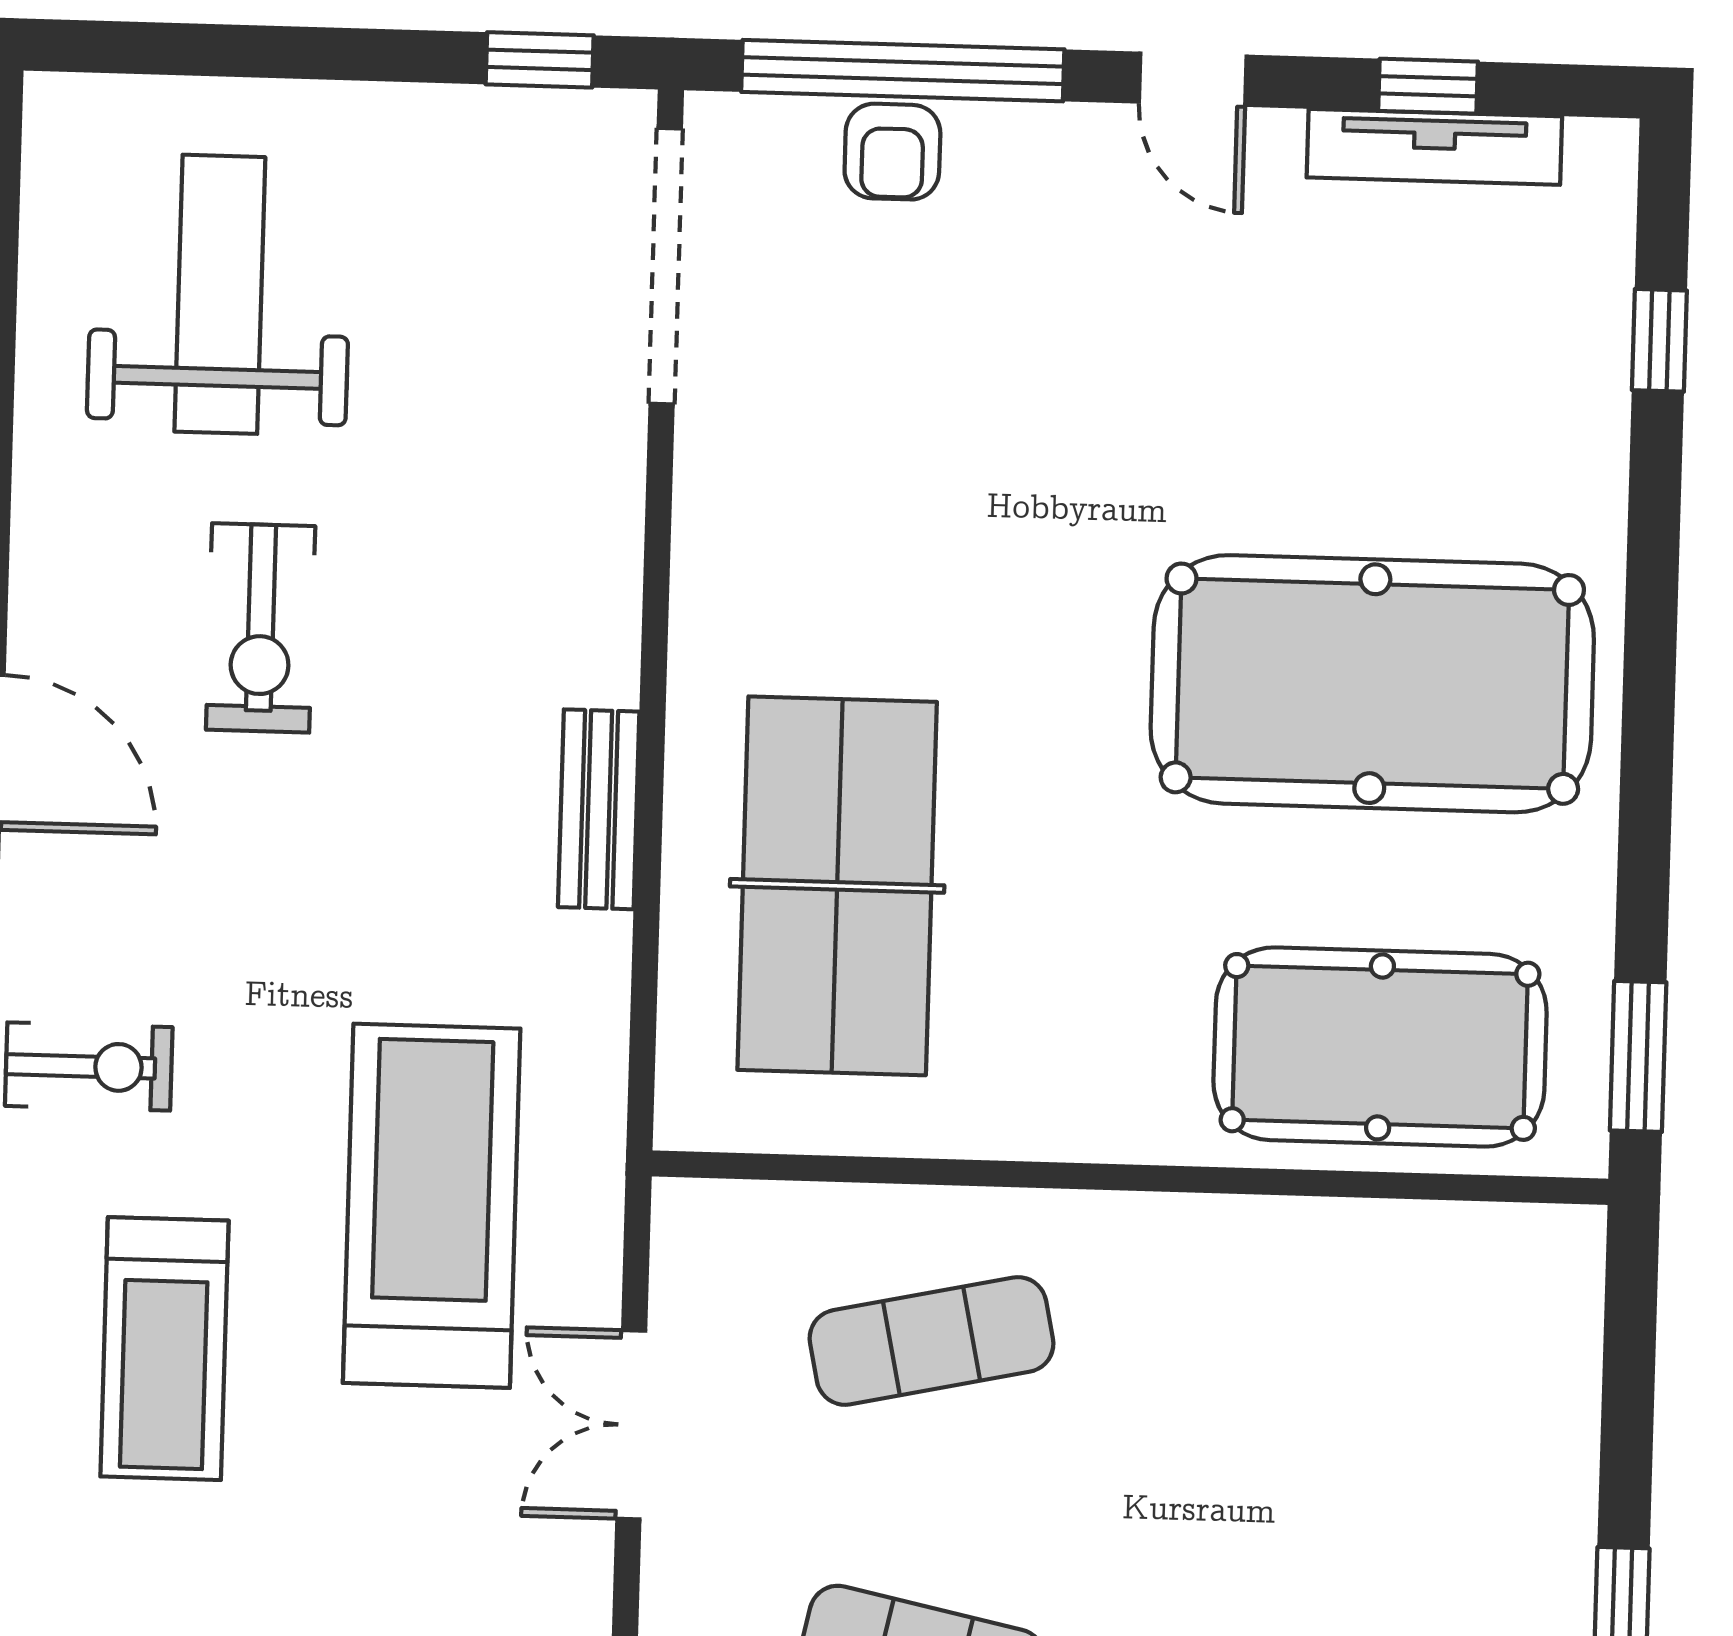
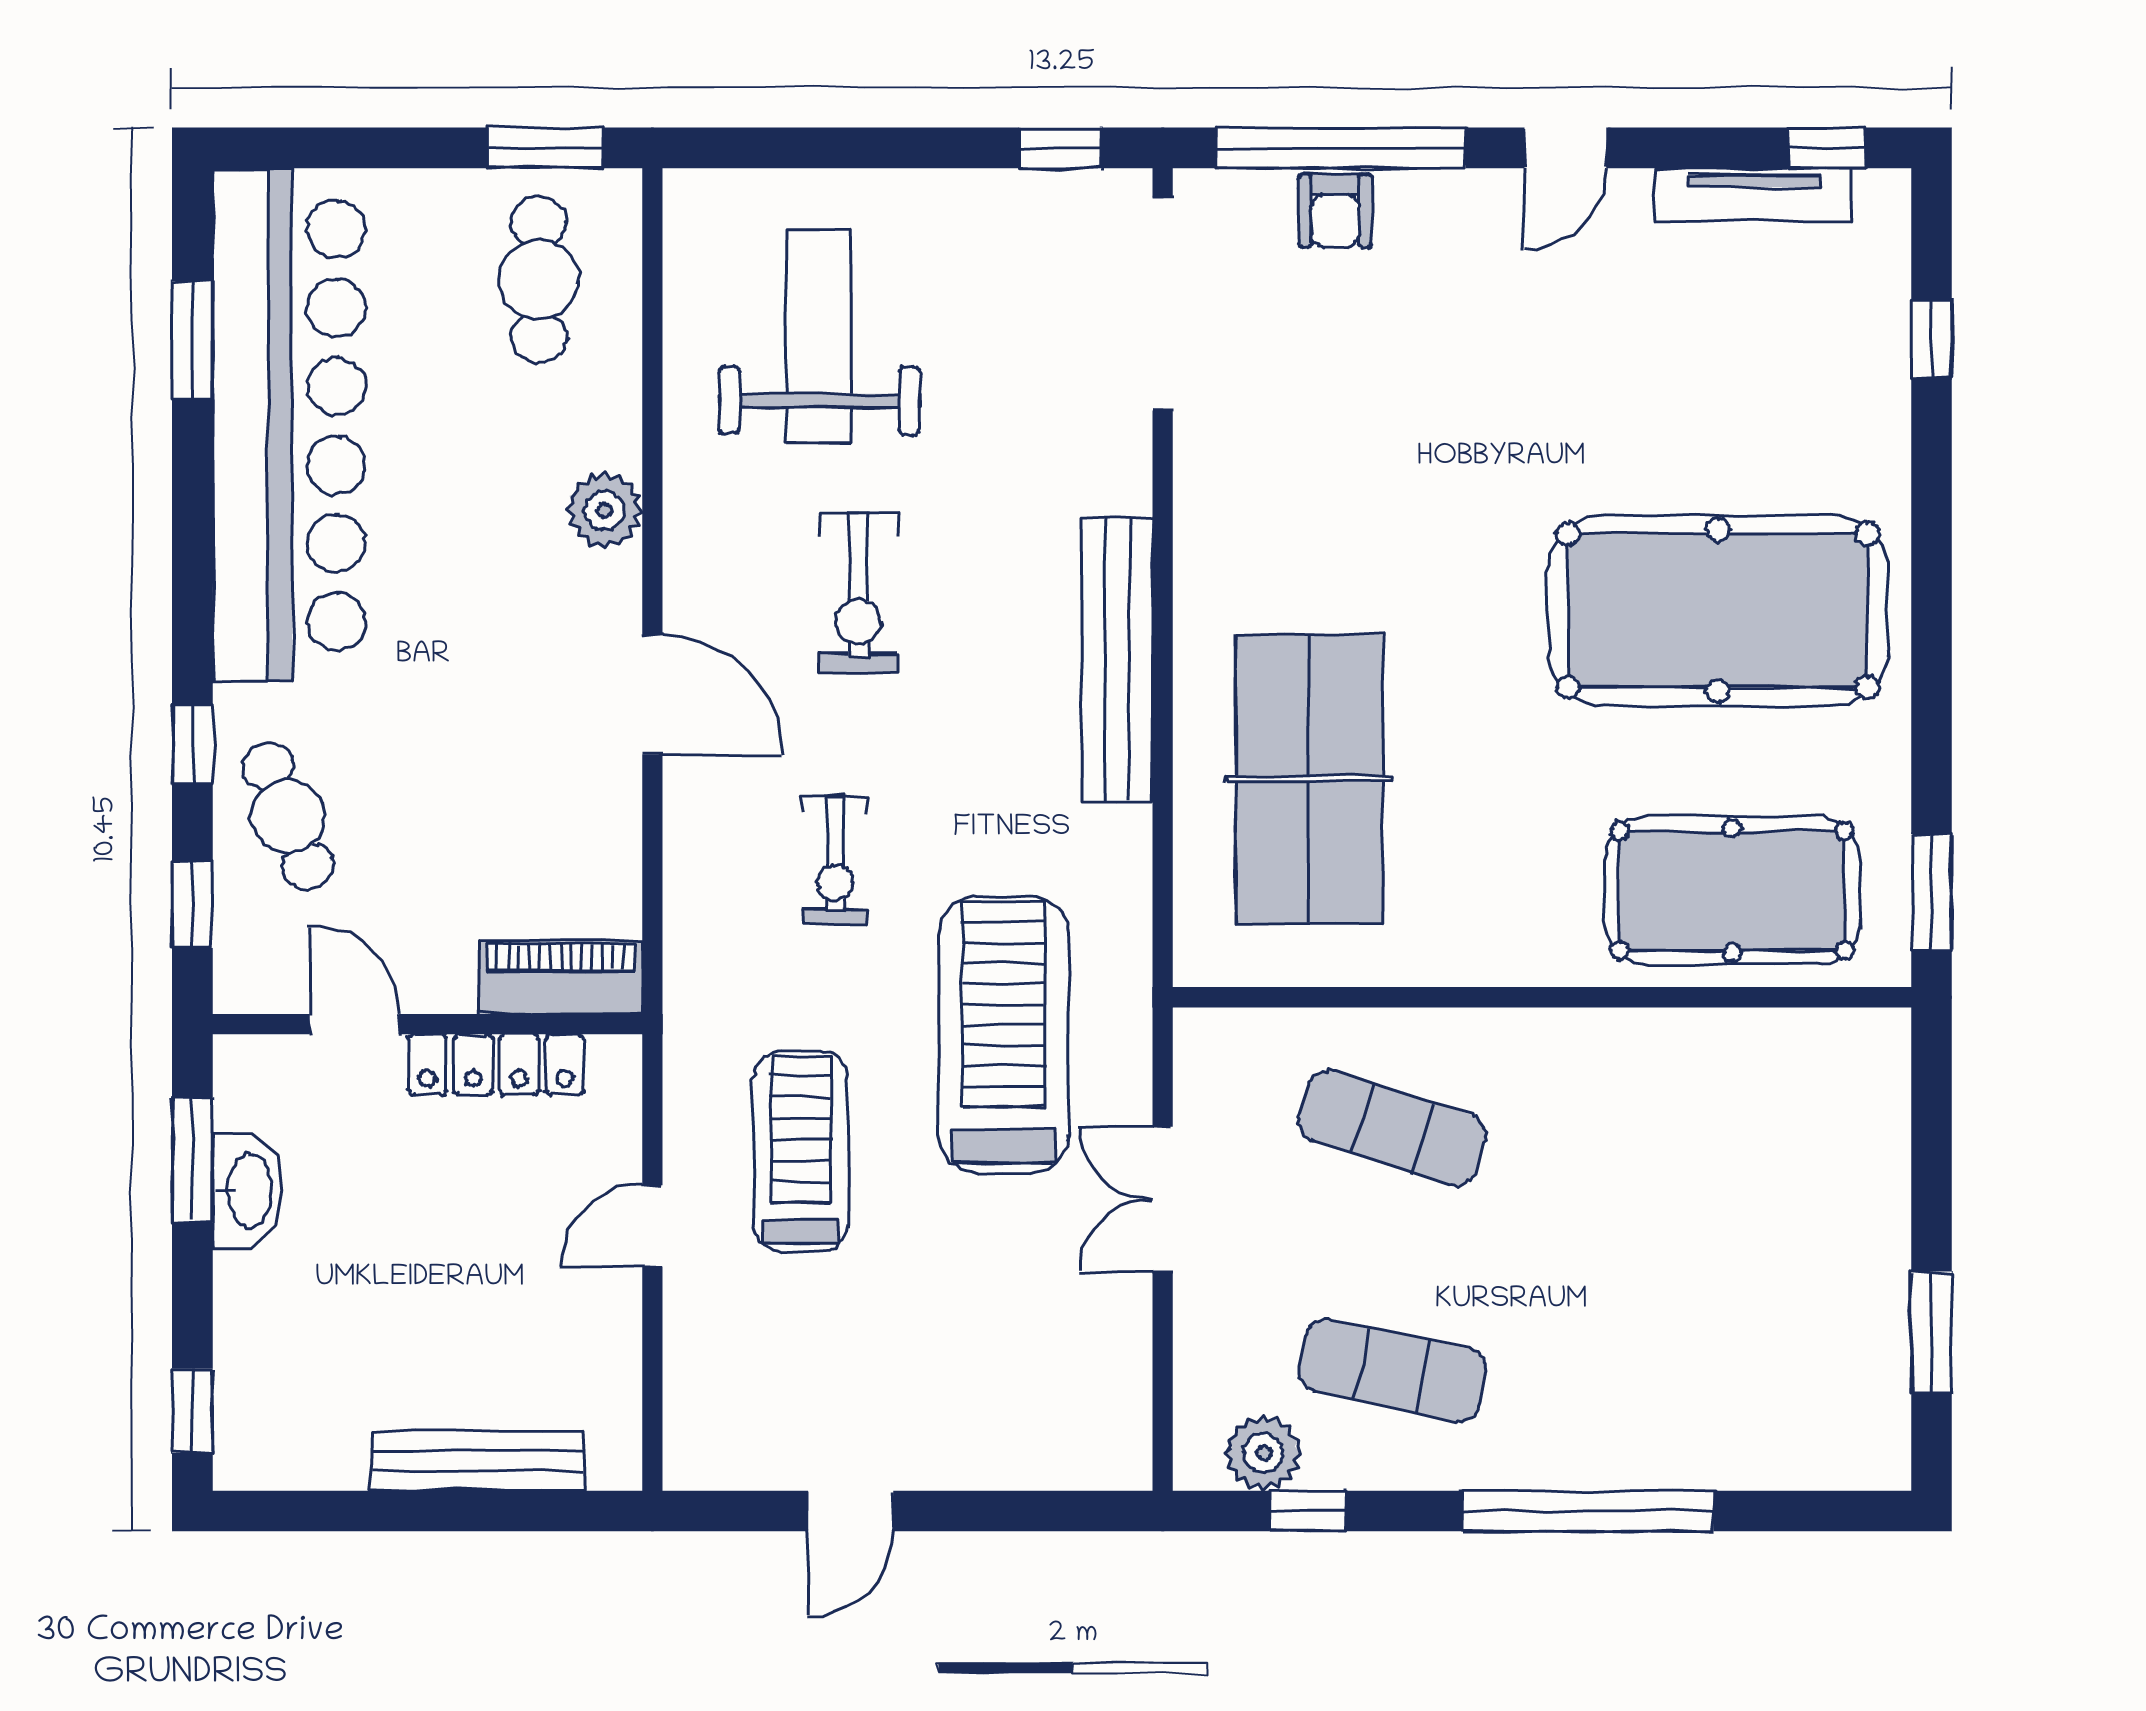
door: (1193, 79) -> (1565, 148), hinge flipped
window: (1428, 86) -> (1826, 148), moved
bench: (599, 809) -> (1117, 659), width x1.86, depth x1.21
exercise bike: (89, 1067) -> (835, 860), moved, turned 90
exercise mat: (931, 1341) -> (1393, 1128), turned 30
treadmill: (164, 1349) -> (801, 1151), turned 180

